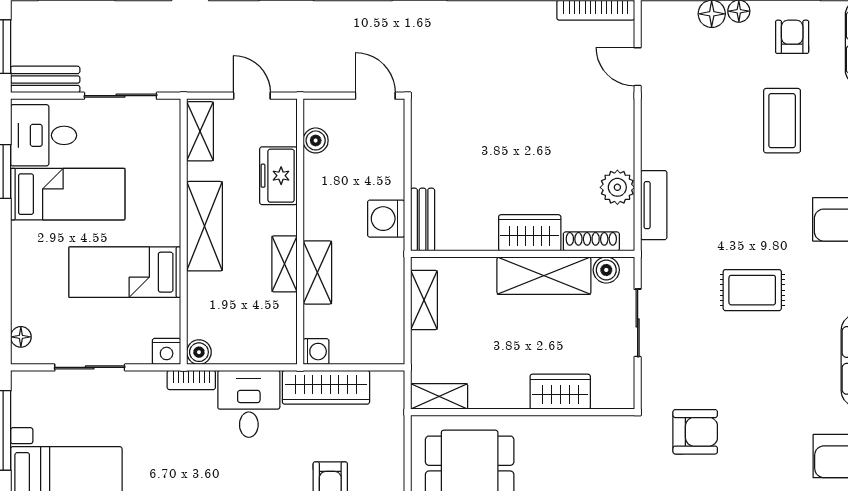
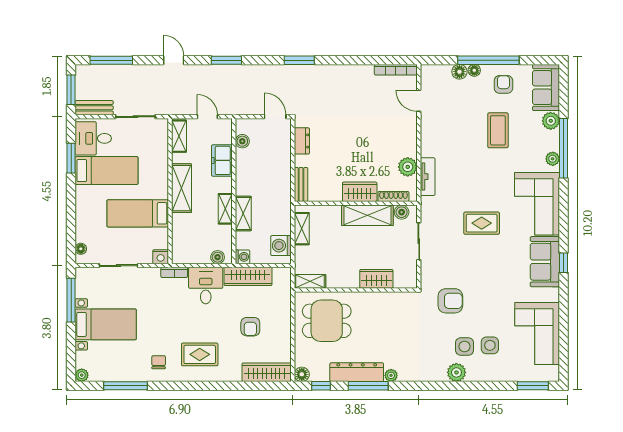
dresser: (424, 140) -> (302, 141), added
washing machine: (386, 219) -> (281, 246), moved
boiler: (199, 352) -> (218, 257), moved

